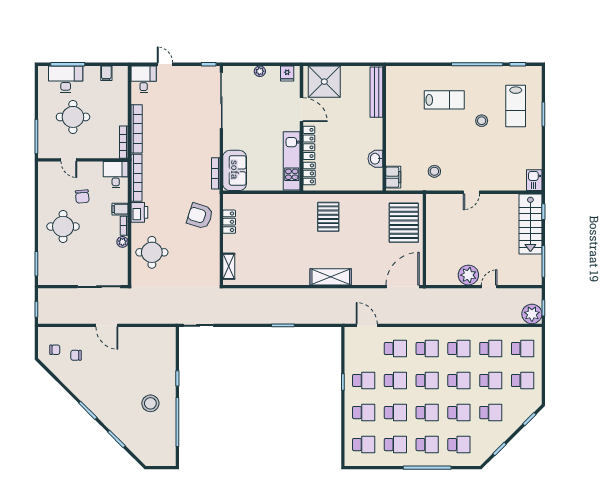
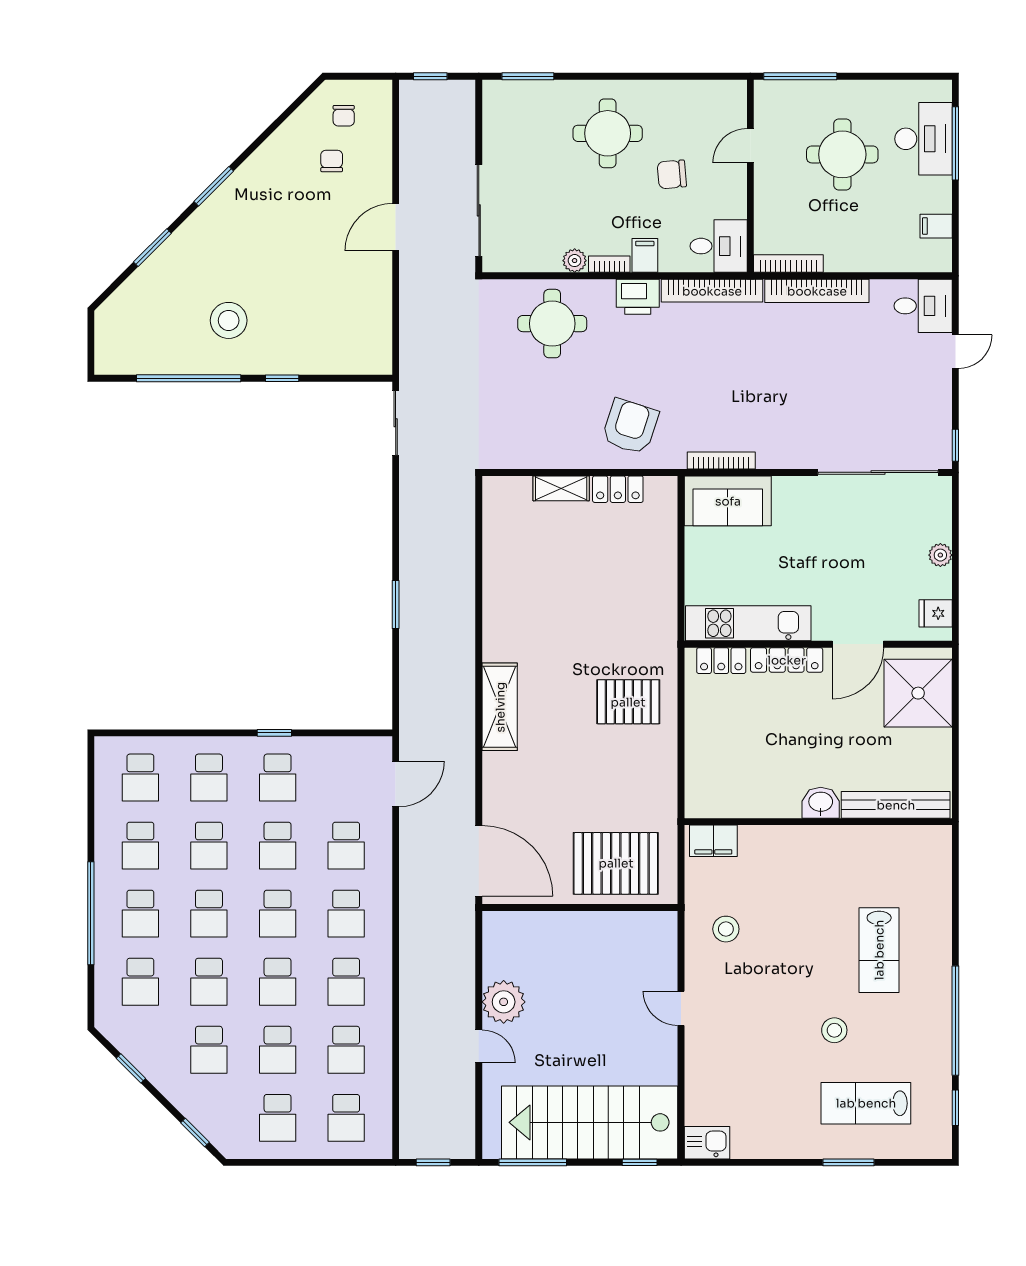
washbasin: (375, 159) -> (821, 803), moved
stairs: (530, 224) -> (590, 1122), width x1.36, depth x1.51
shelving: (229, 266) -> (561, 488), moved
plant: (532, 314) -> (420, 1138), removed

